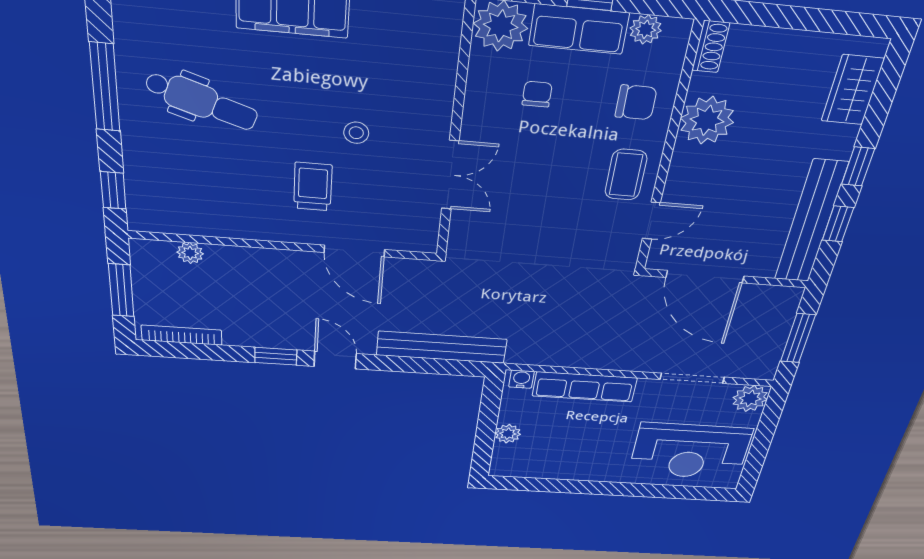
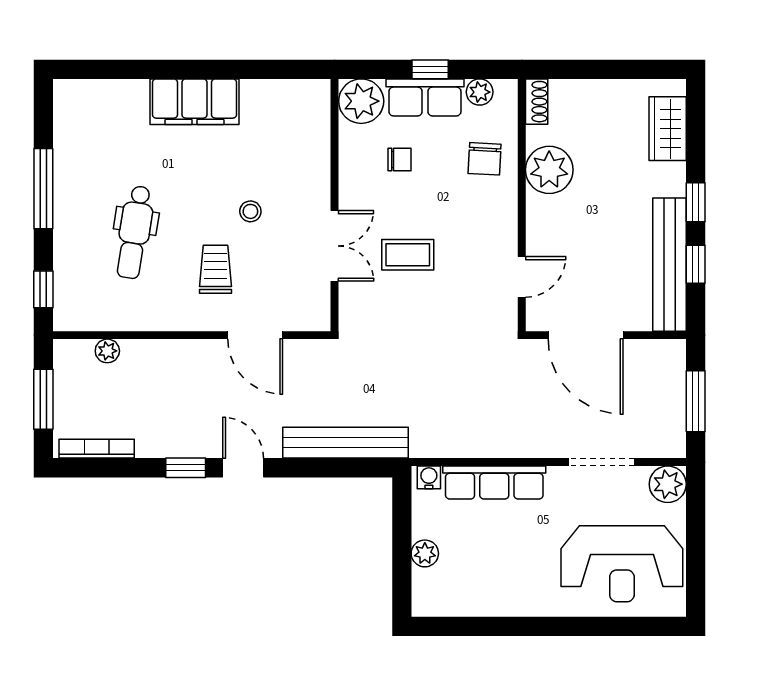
chair: (537, 94) -> (399, 159), turned 90
dental chair: (202, 101) -> (134, 232), moved, turned 80
chair: (636, 102) -> (485, 159), turned 93
coffee table: (626, 175) -> (408, 255), moved, turned 90

